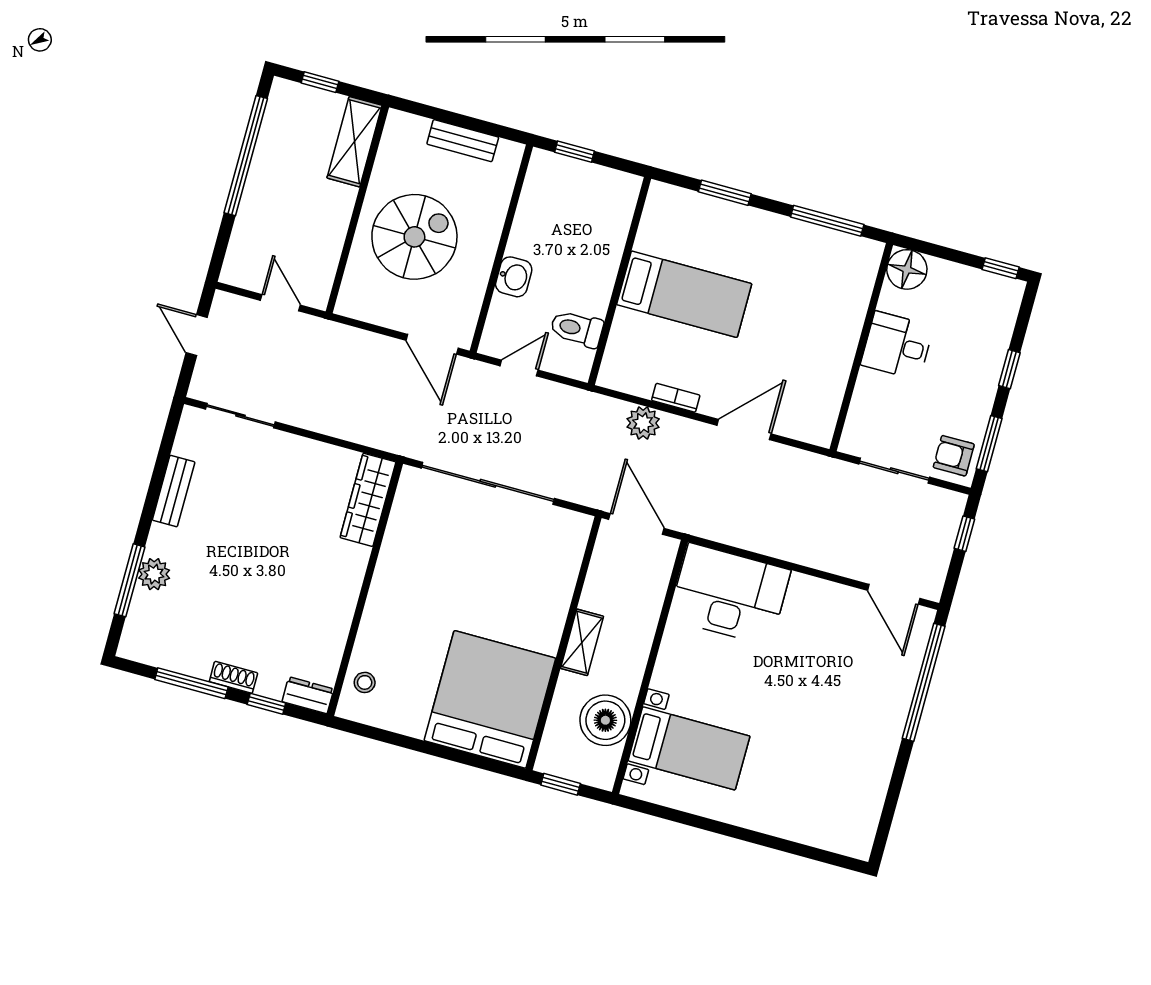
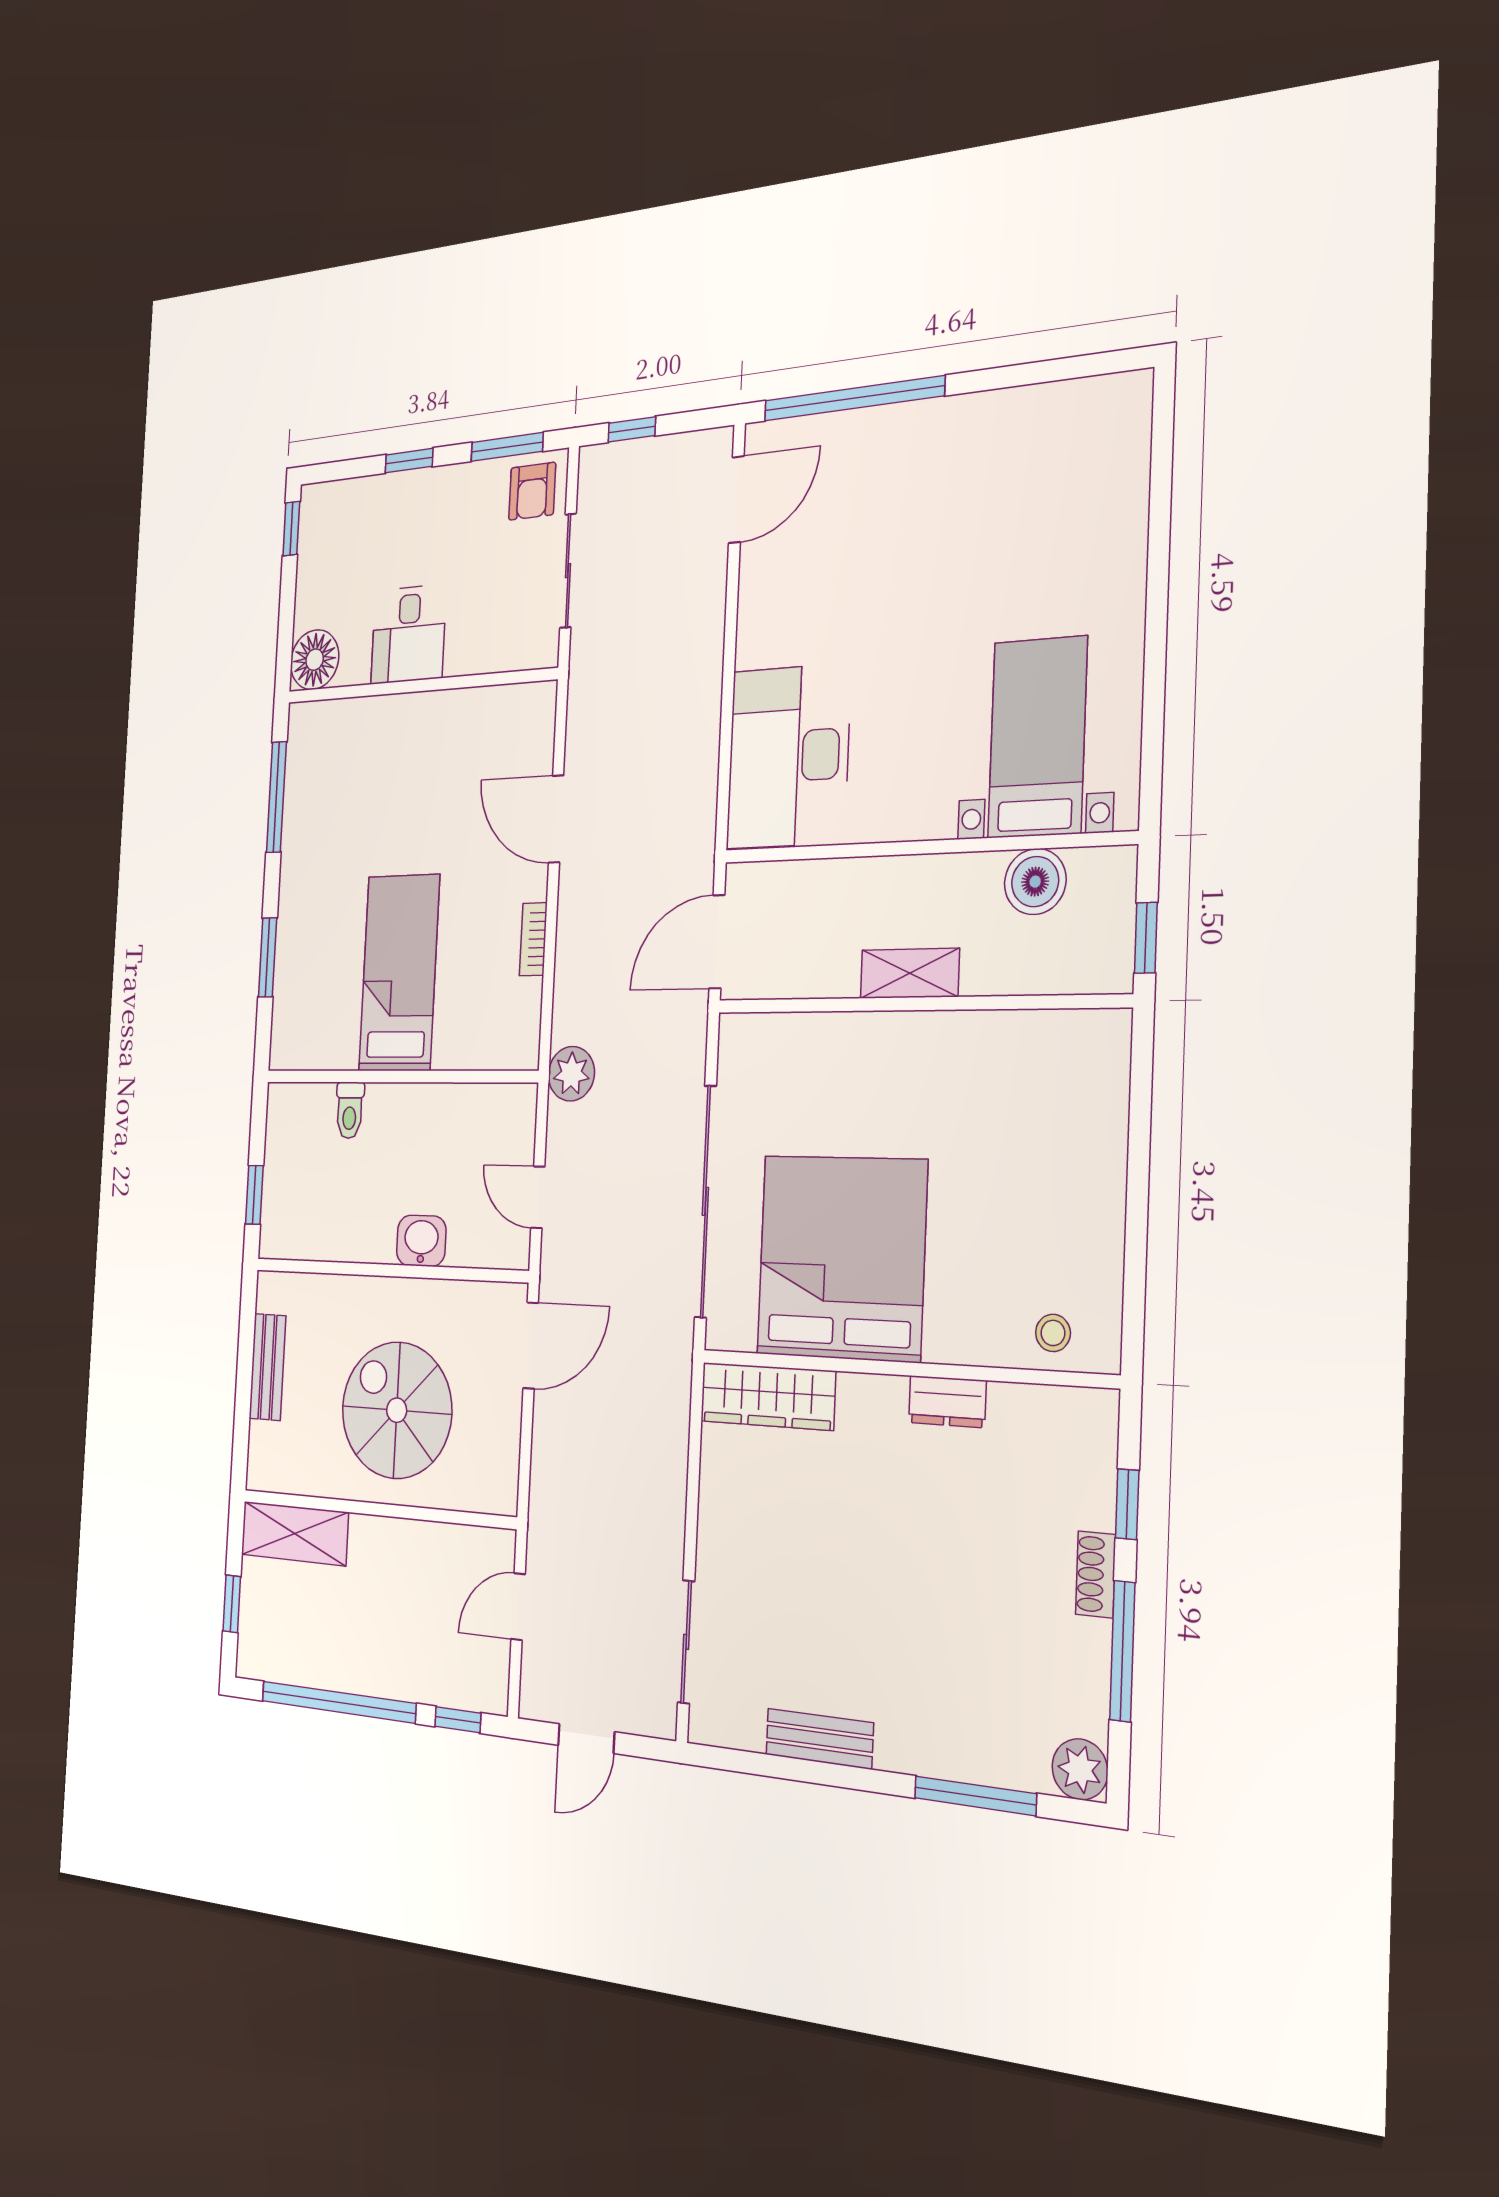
window: (221, 245) -> (458, 1720), added
toilet: (577, 329) -> (350, 1110), moved, width x0.73, depth x0.72
plant: (643, 423) -> (571, 1074), moved
plant: (154, 574) -> (1080, 1769), moved
dresser: (308, 695) -> (947, 1402), moved, turned -90
bed: (490, 699) -> (842, 1258), moved, turned 90
boiler: (605, 720) -> (1035, 882), width x0.73, depth x0.73

